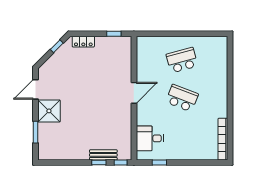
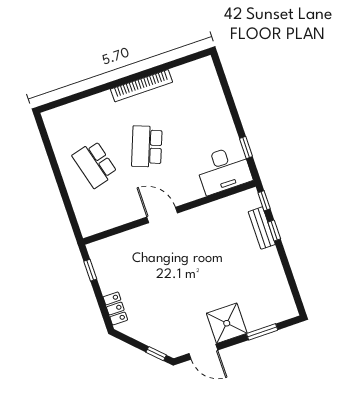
window: (57, 46) -> (156, 354), moved
desk: (150, 138) -> (224, 170), width x1.37
bookcase: (223, 139) -> (142, 86), moved

